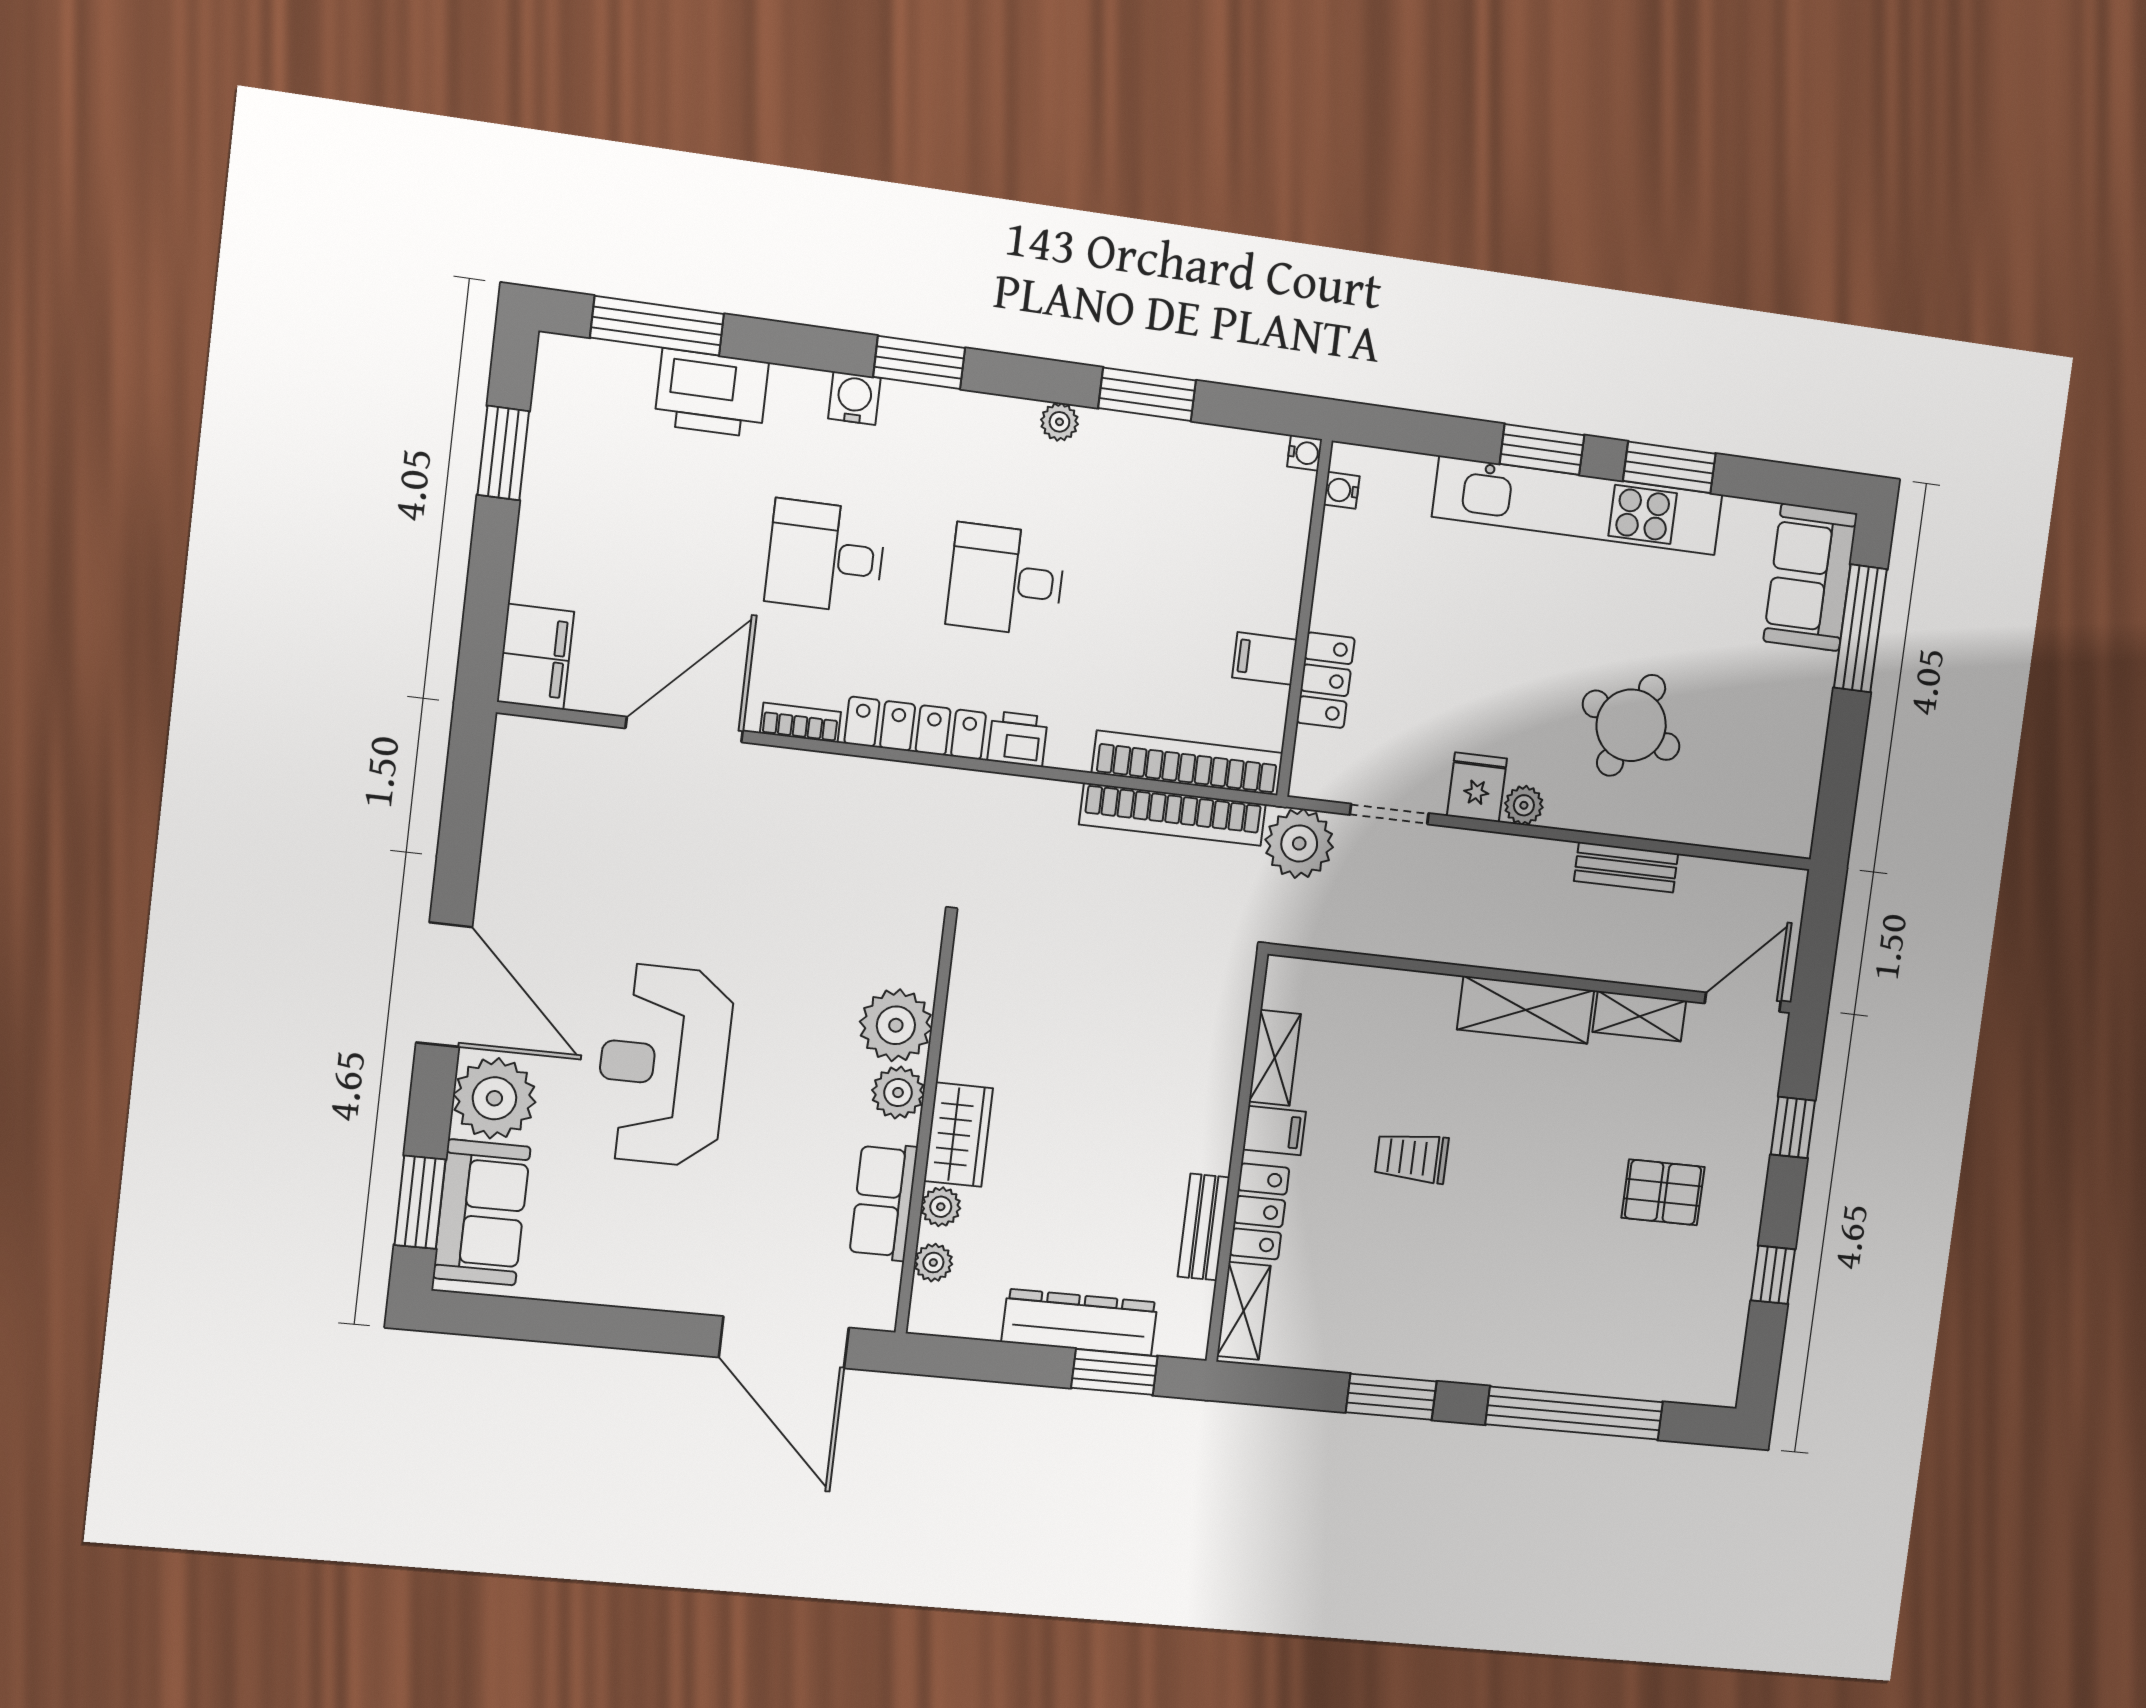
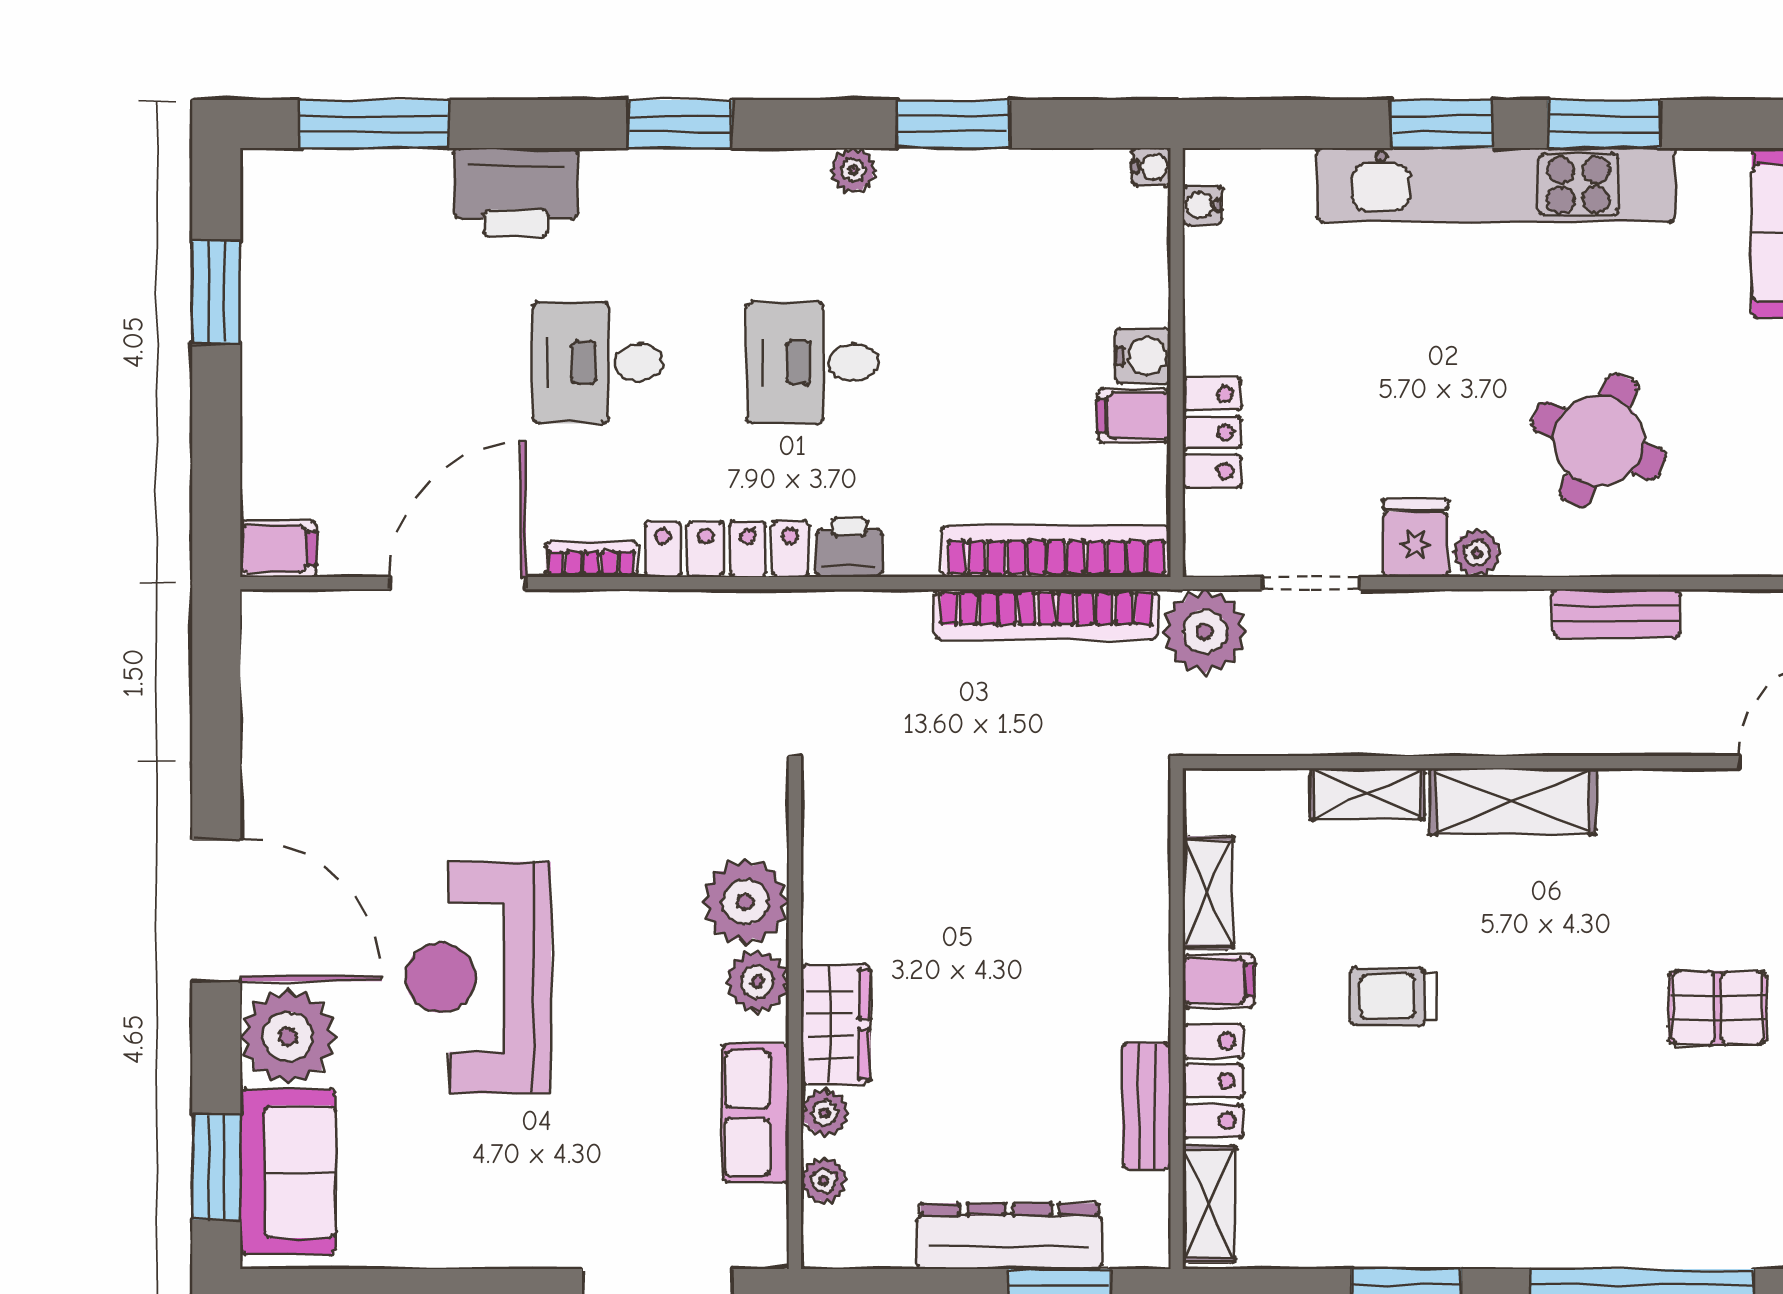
printer: (711, 393) -> (516, 192), moved
water cooler: (854, 398) -> (1143, 356), moved, turned 90
filing cabinet: (535, 657) -> (278, 549), width x0.50
shelving: (1639, 1016) -> (1367, 794), moved

